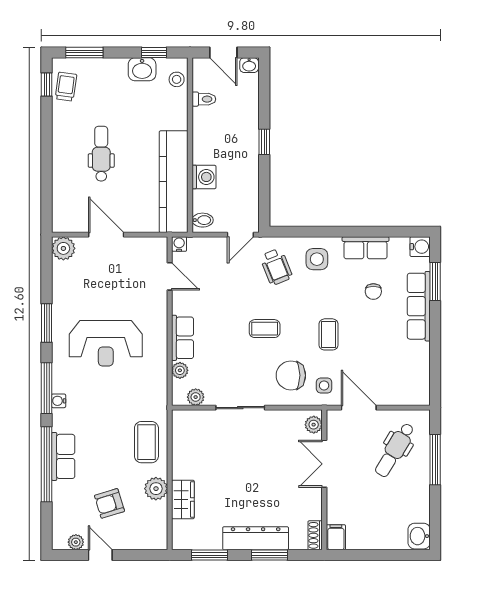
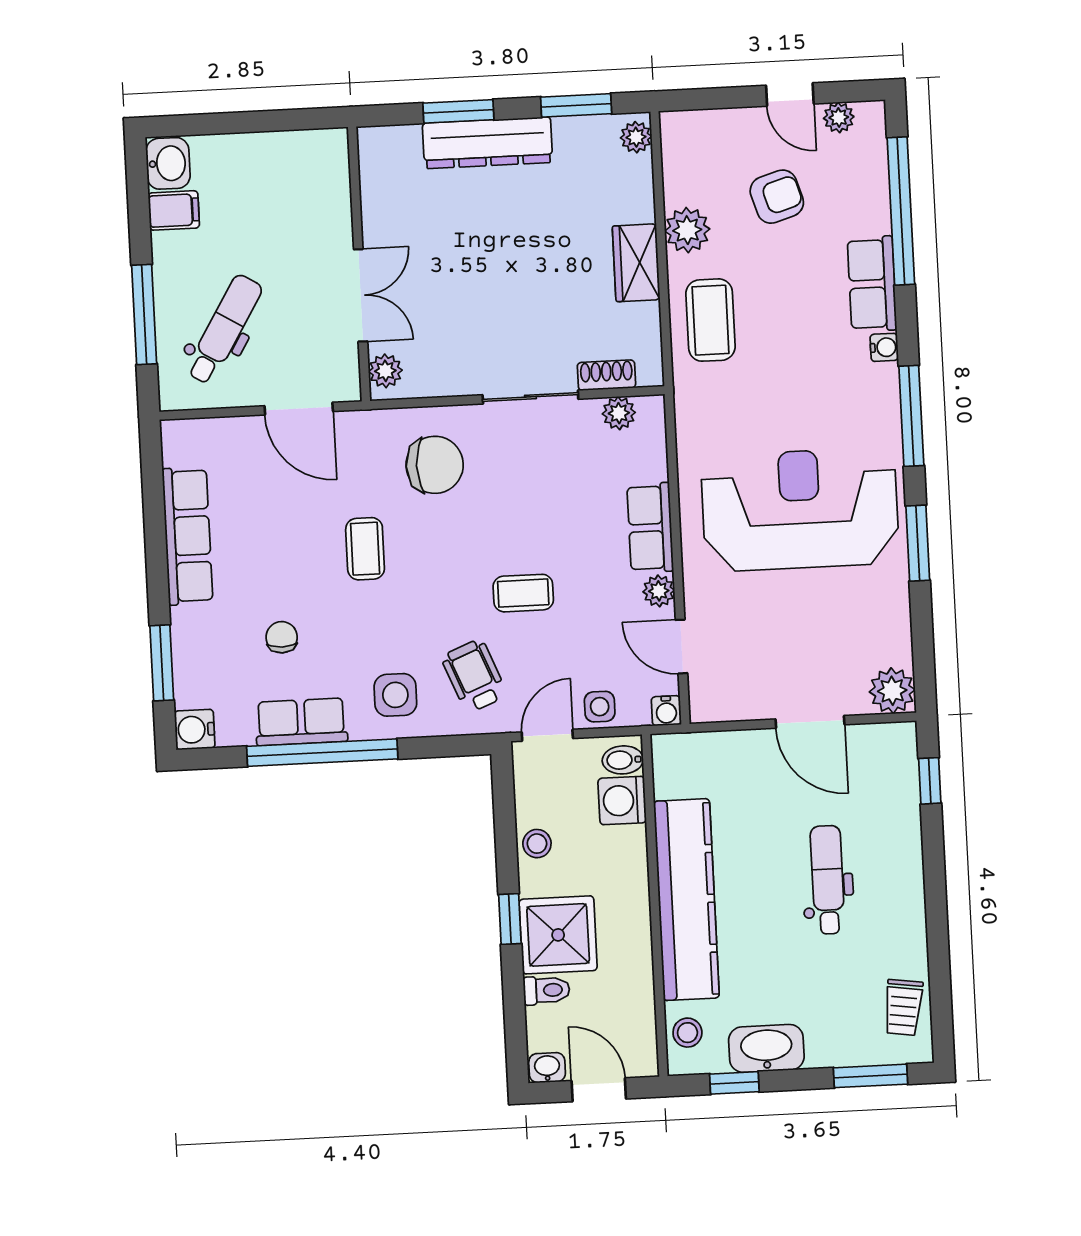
washbasin: (142, 69) -> (766, 1048), width x1.38
window: (47, 84) -> (930, 781), moved
toilet: (204, 99) -> (546, 990), moved, turned 180
shower: (240, 133) -> (558, 935), added
dental chair: (101, 154) -> (828, 880), turned 180
washing machine: (204, 177) -> (622, 800), moved
stool: (248, 180) -> (537, 844), added
kitchen counter: (174, 182) -> (686, 900), moved
window: (356, 232) -> (322, 753), added
row of seats: (419, 306) -> (187, 536), moved
coffee table: (265, 329) -> (523, 593), moved
reception desk: (106, 343) -> (800, 510), width x1.36, depth x1.30
plant: (180, 370) -> (659, 591), moved
side table: (324, 385) -> (600, 707), moved
water cooler: (59, 401) -> (884, 347), moved
window: (47, 464) -> (901, 211), moved
wardrobe: (183, 499) -> (636, 263), moved
shoe rack: (315, 535) -> (606, 375), moved, turned -90
plant: (180, 537) -> (636, 137), added
filing cabinet: (336, 537) -> (174, 210), moved, turned -90

